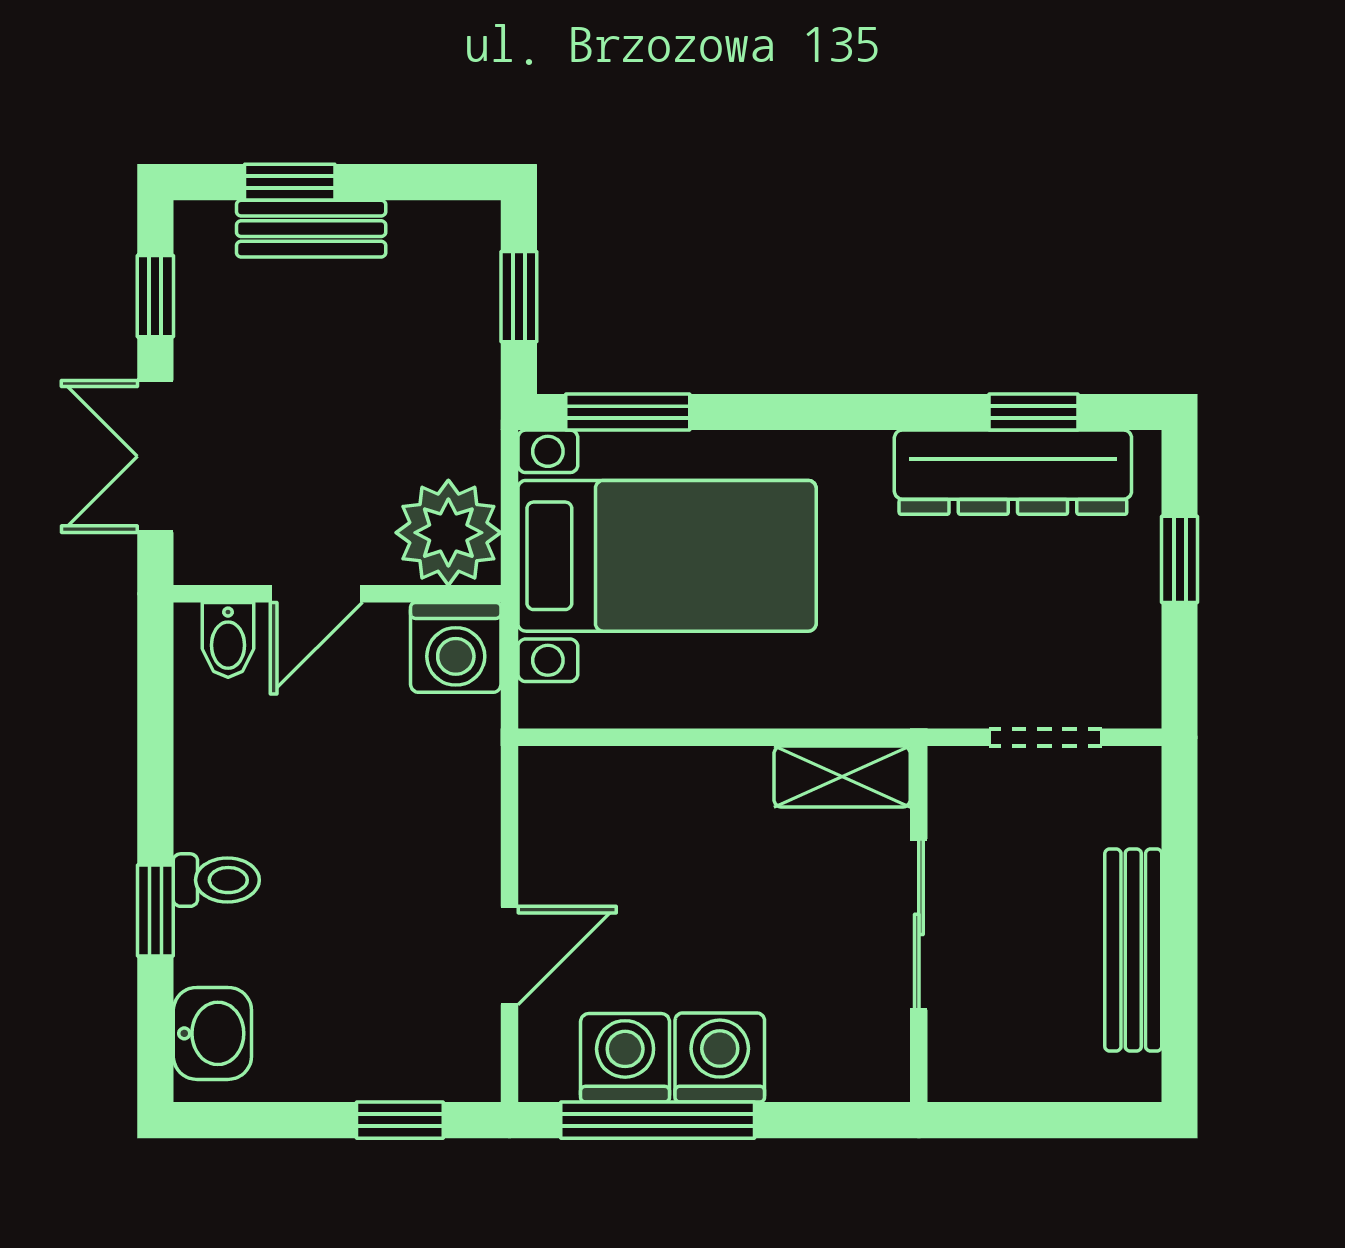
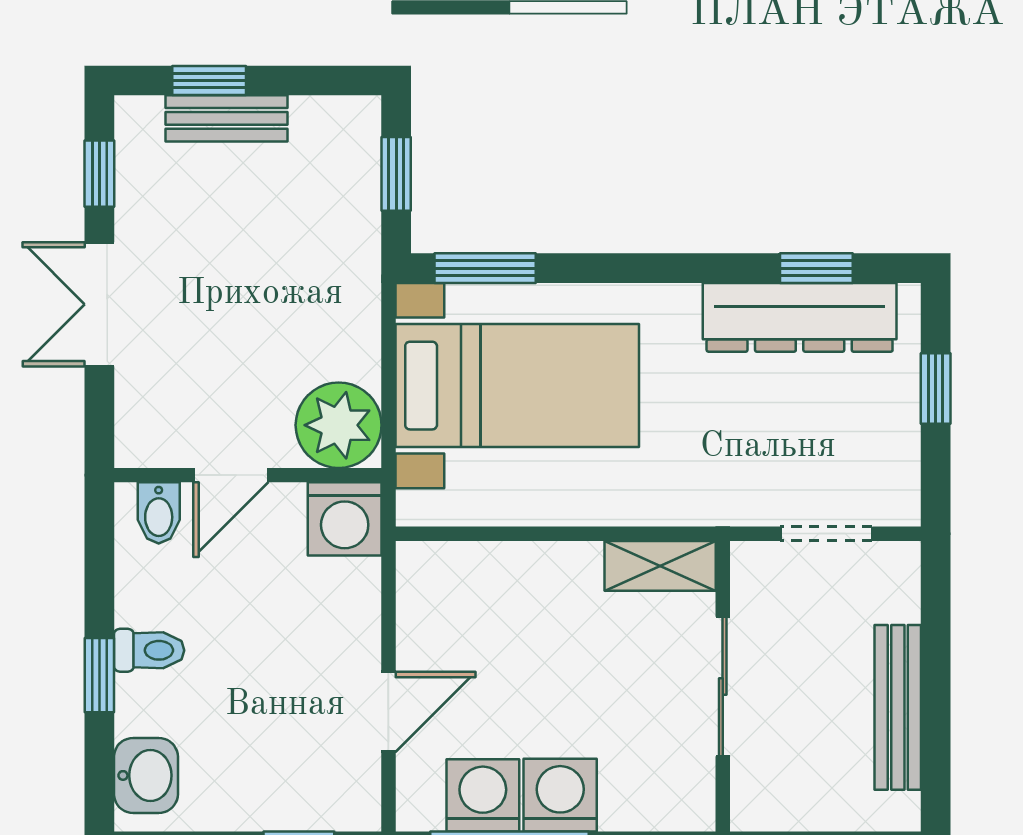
plant: (448, 533) -> (339, 425), moved
door: (316, 594) -> (231, 475), moved
wall: (337, 594) -> (248, 475), moved
bidet: (228, 640) -> (159, 513), moved
washing machine: (456, 647) -> (345, 519), moved

